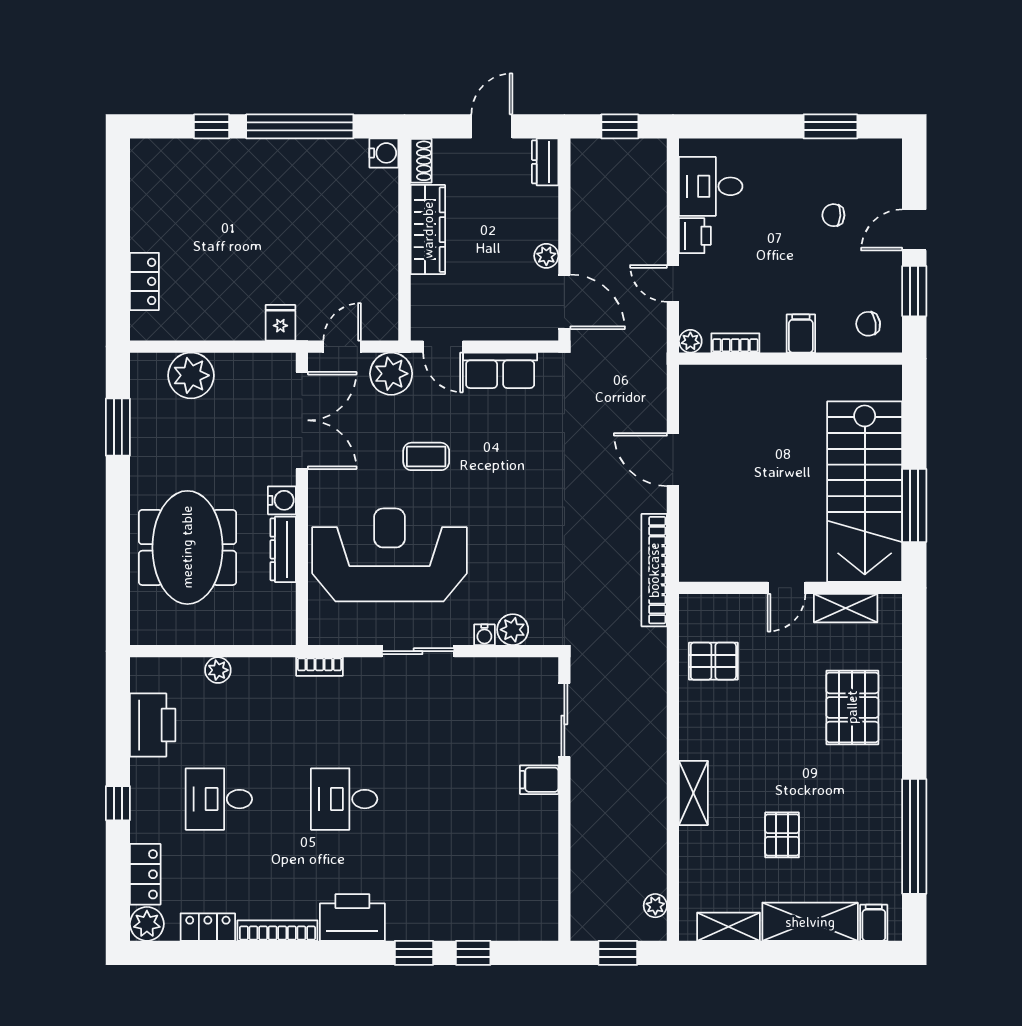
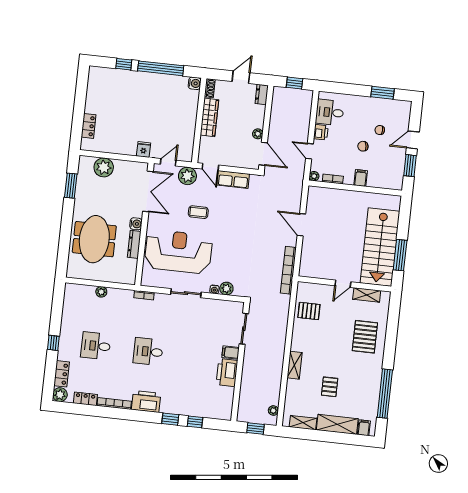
chair: (868, 324) -> (363, 146), moved
printer: (153, 725) -> (227, 373), moved, turned 180

